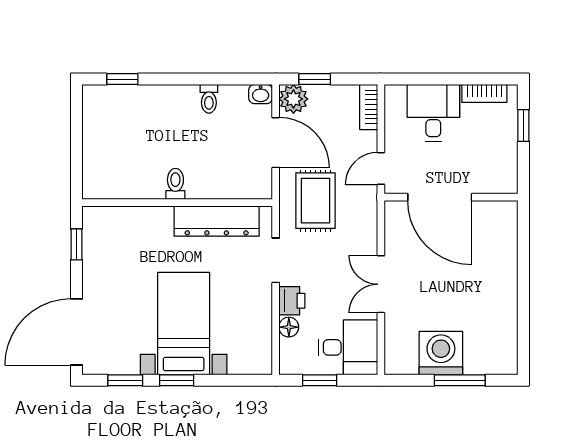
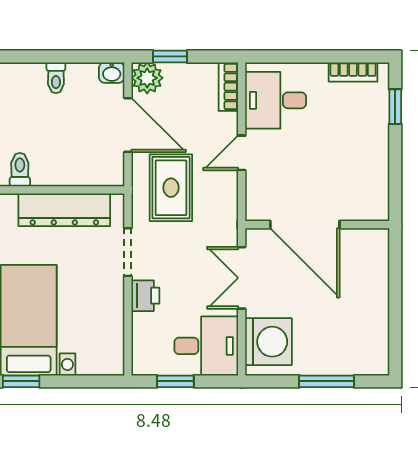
desk: (433, 113) -> (276, 100), moved, turned -90
door: (440, 197) -> (305, 225), moved
wall: (451, 197) -> (317, 225), moved
floor lamp: (289, 327) -> (142, 324), removed
washing machine: (441, 353) -> (268, 342), moved, turned 90

